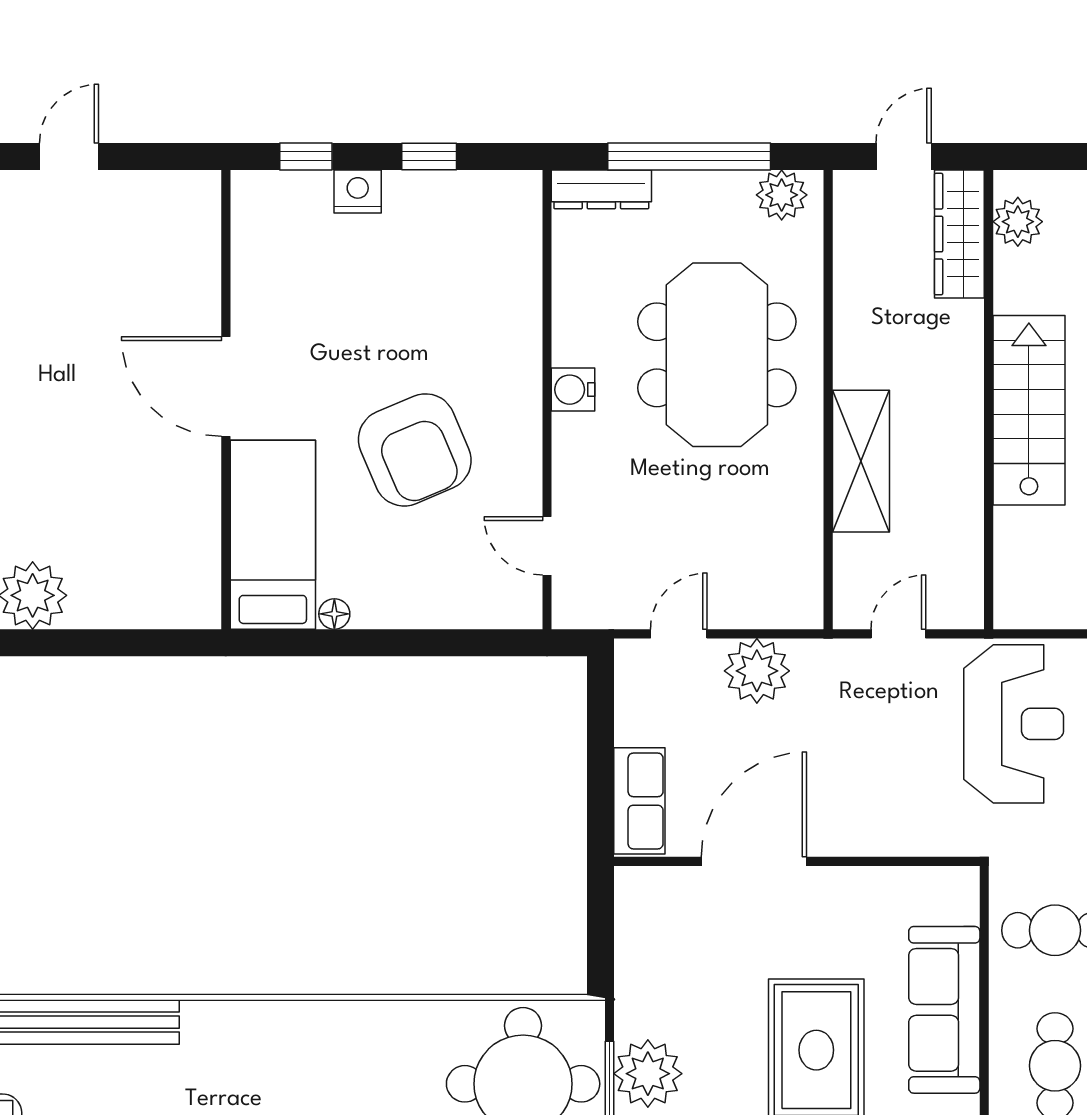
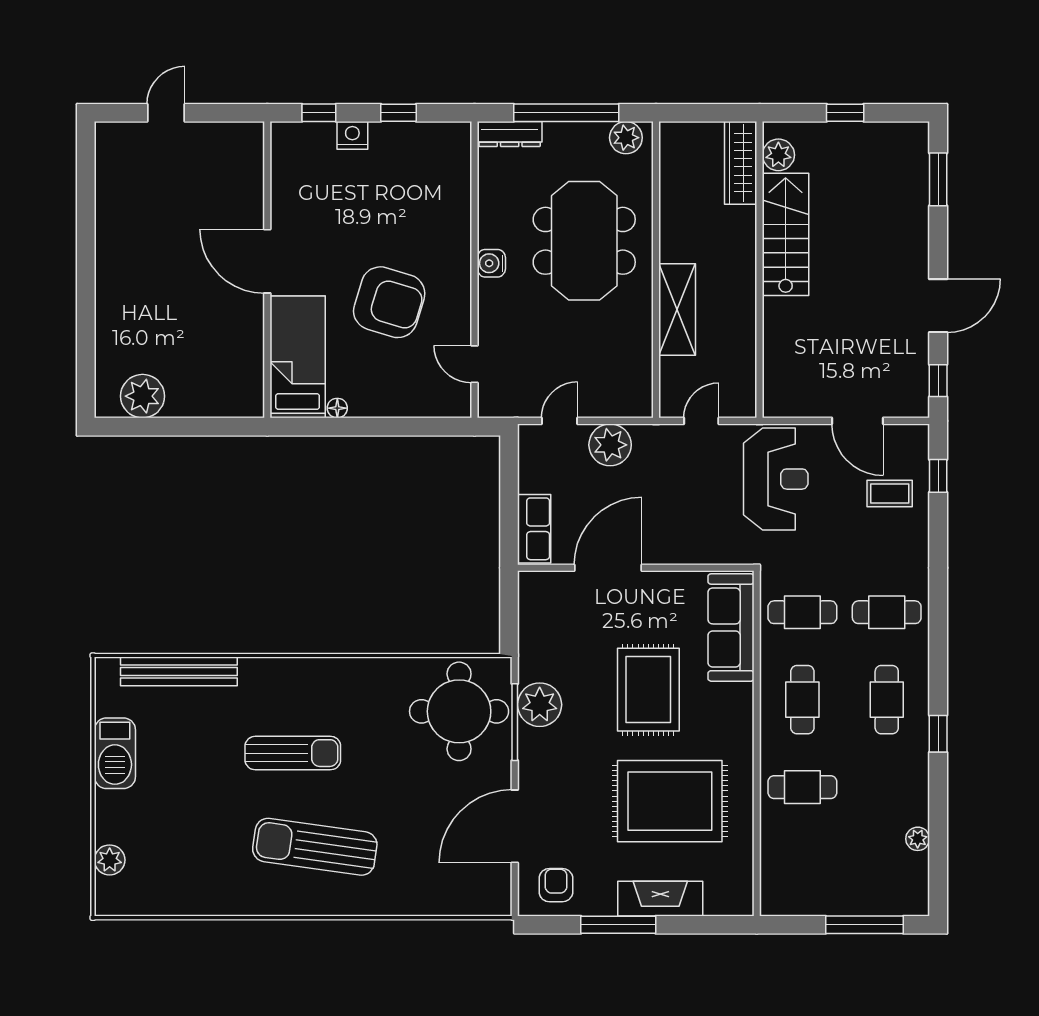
door: (904, 156) -> (705, 113), removed
stairs: (1029, 410) -> (786, 234), moved
armchair: (415, 450) -> (389, 302), turned -50
sofa: (944, 1010) -> (731, 627), moved

